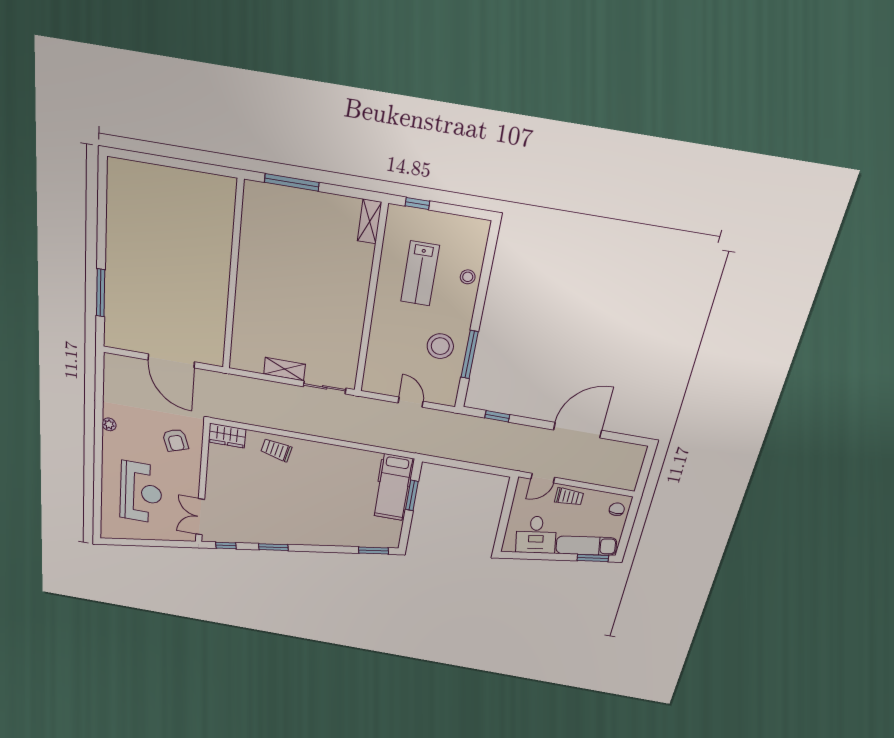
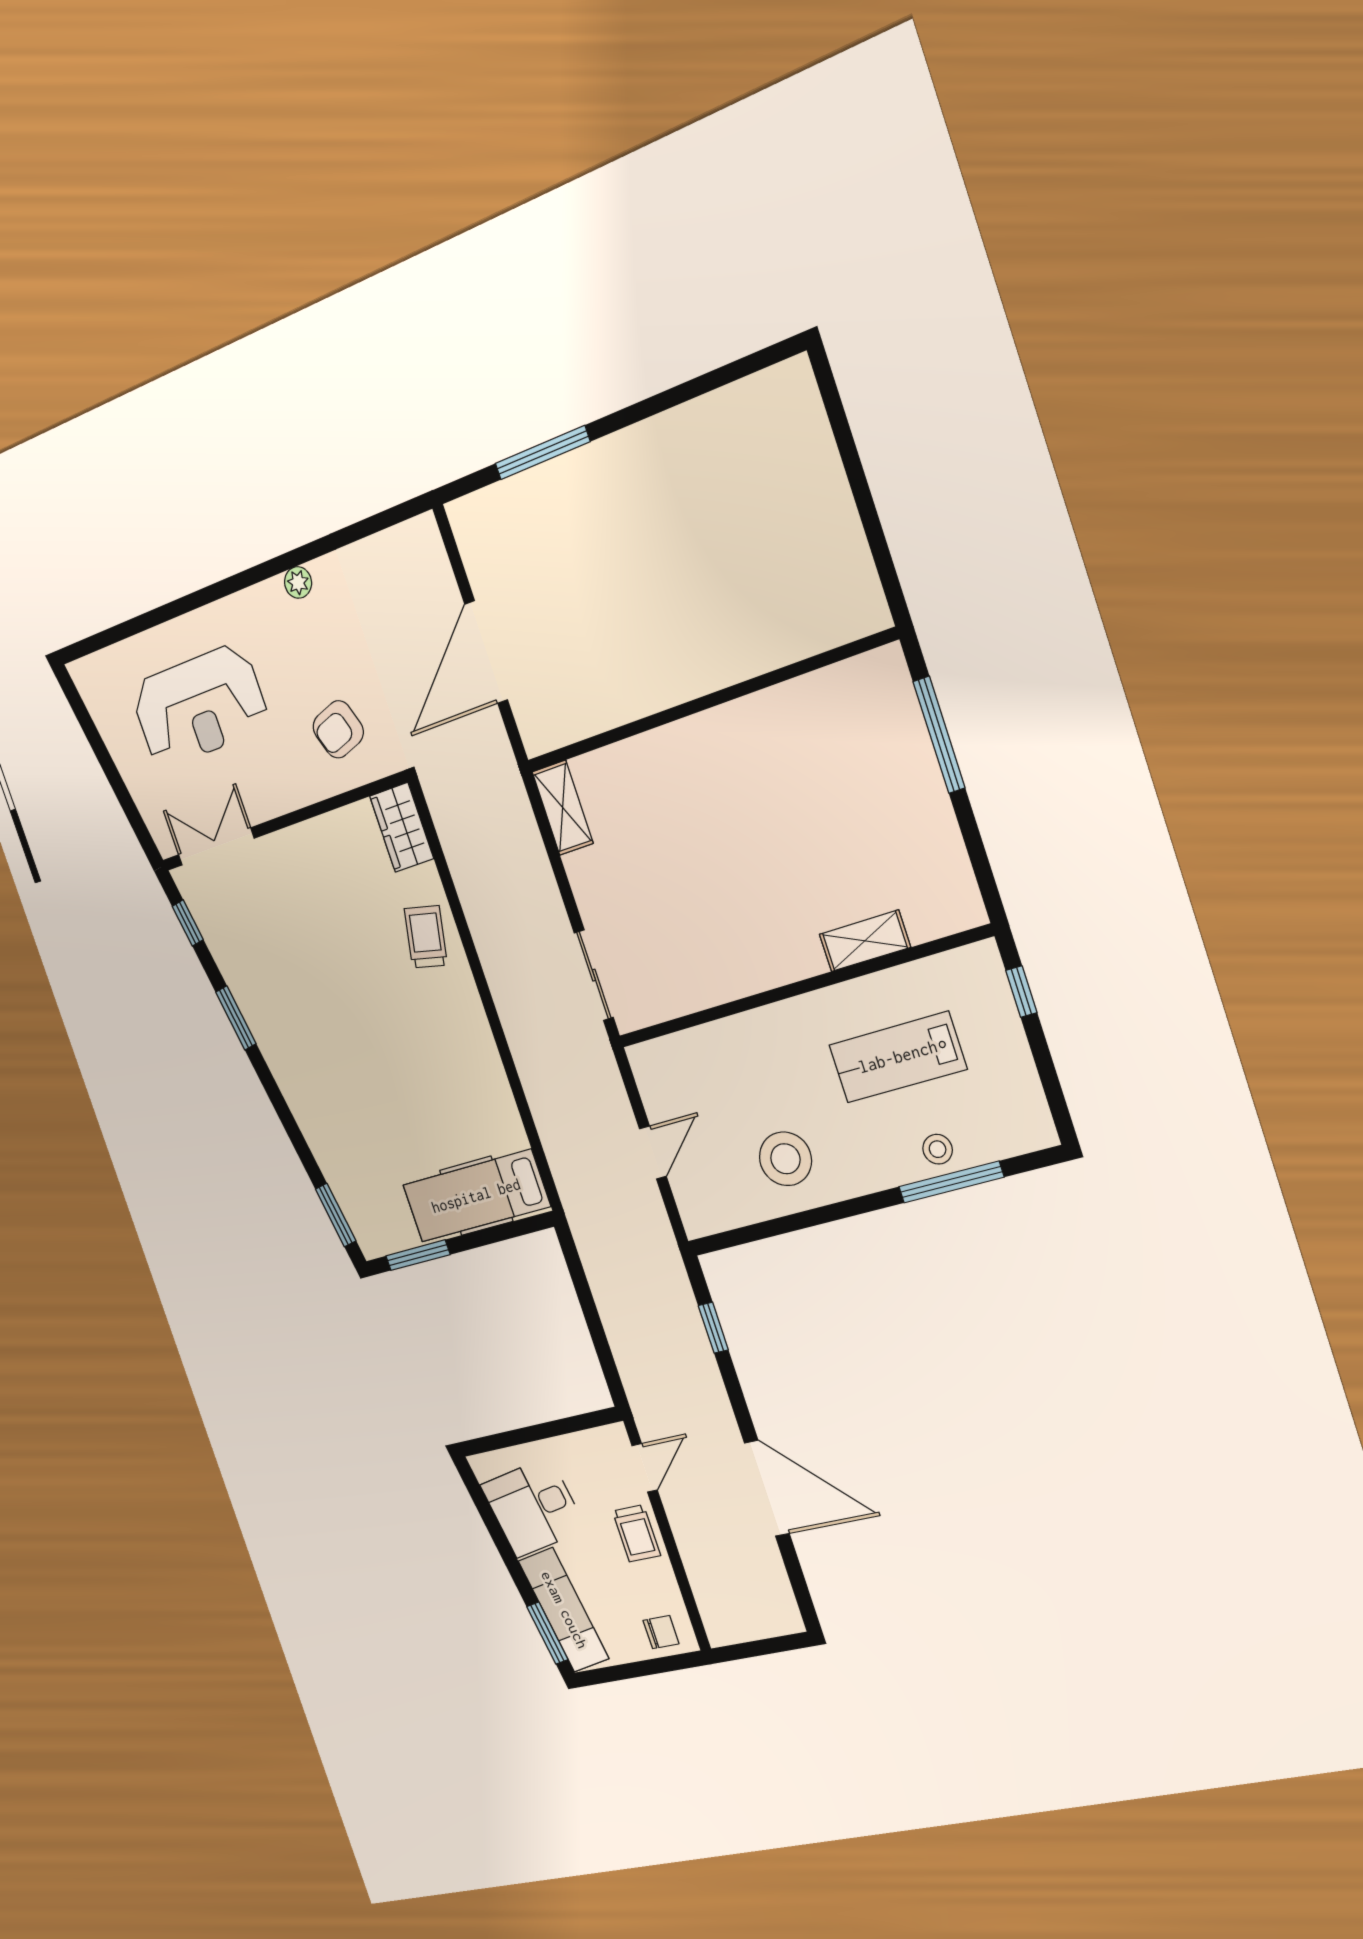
shelving: (370, 222) -> (865, 941), moved
window: (470, 355) -> (951, 1182), moved
shelving: (284, 369) -> (563, 808), moved
door: (543, 478) -> (645, 1468), swing flipped
window: (412, 495) -> (418, 1255), moved

